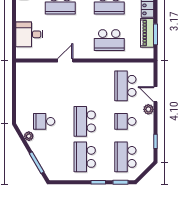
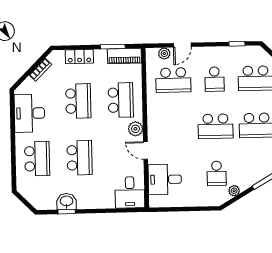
piano: (147, 33) -> (124, 56), moved
desk: (29, 34) -> (130, 192), moved
plant: (84, 52) -> (136, 129), added
desk: (40, 77) -> (165, 179), added
plant: (148, 109) -> (164, 53), moved

